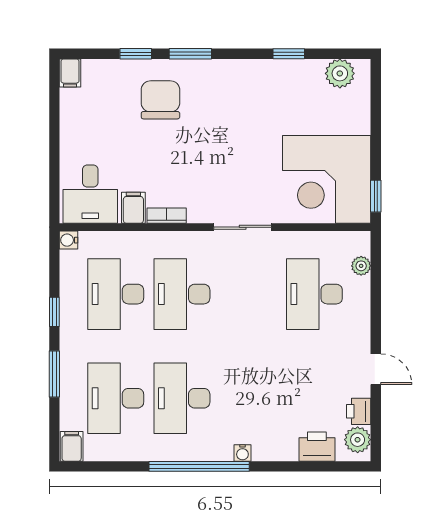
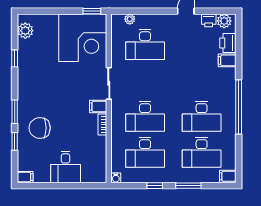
desk: (90, 194) -> (66, 167), moved, turned 90
filing cabinet: (133, 208) -> (98, 107), moved
filing cabinet: (285, 445) -> (227, 60), added
water cooler: (242, 453) -> (231, 83), removed

